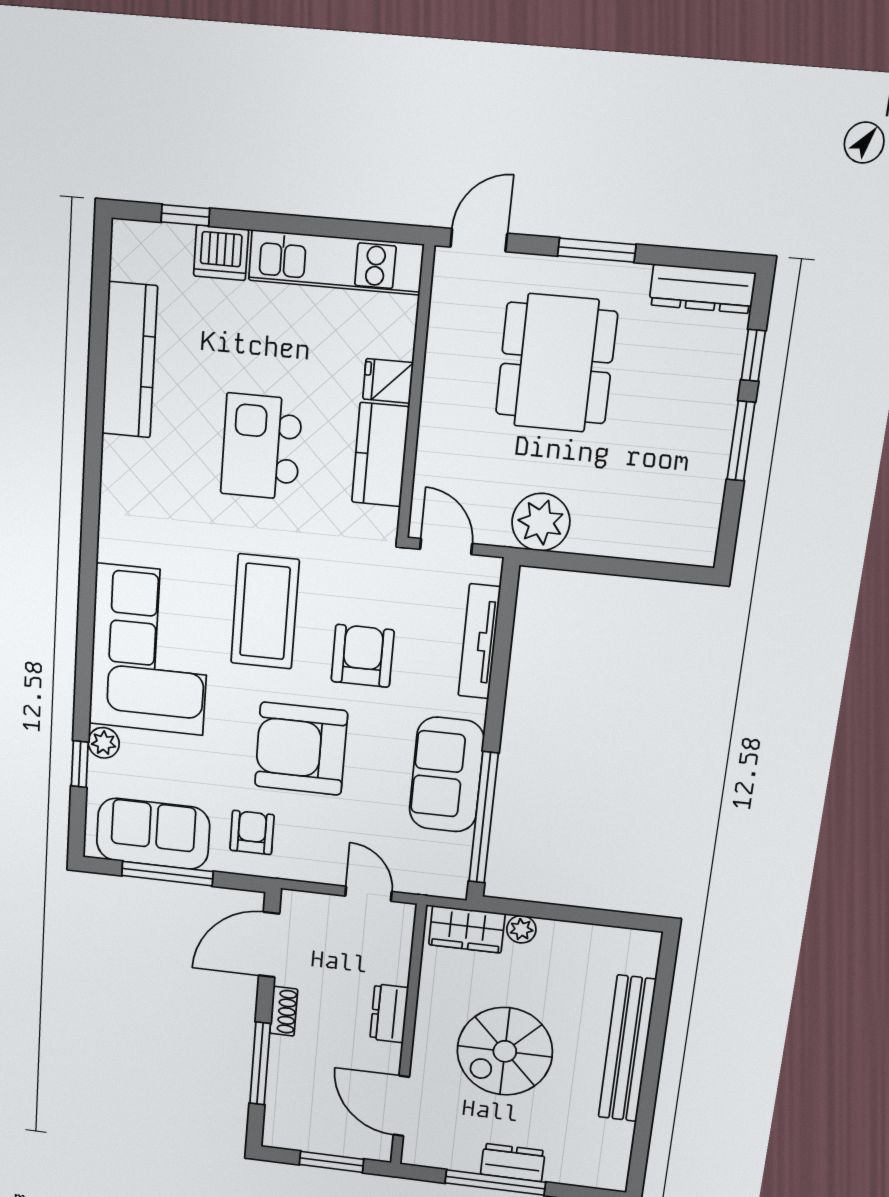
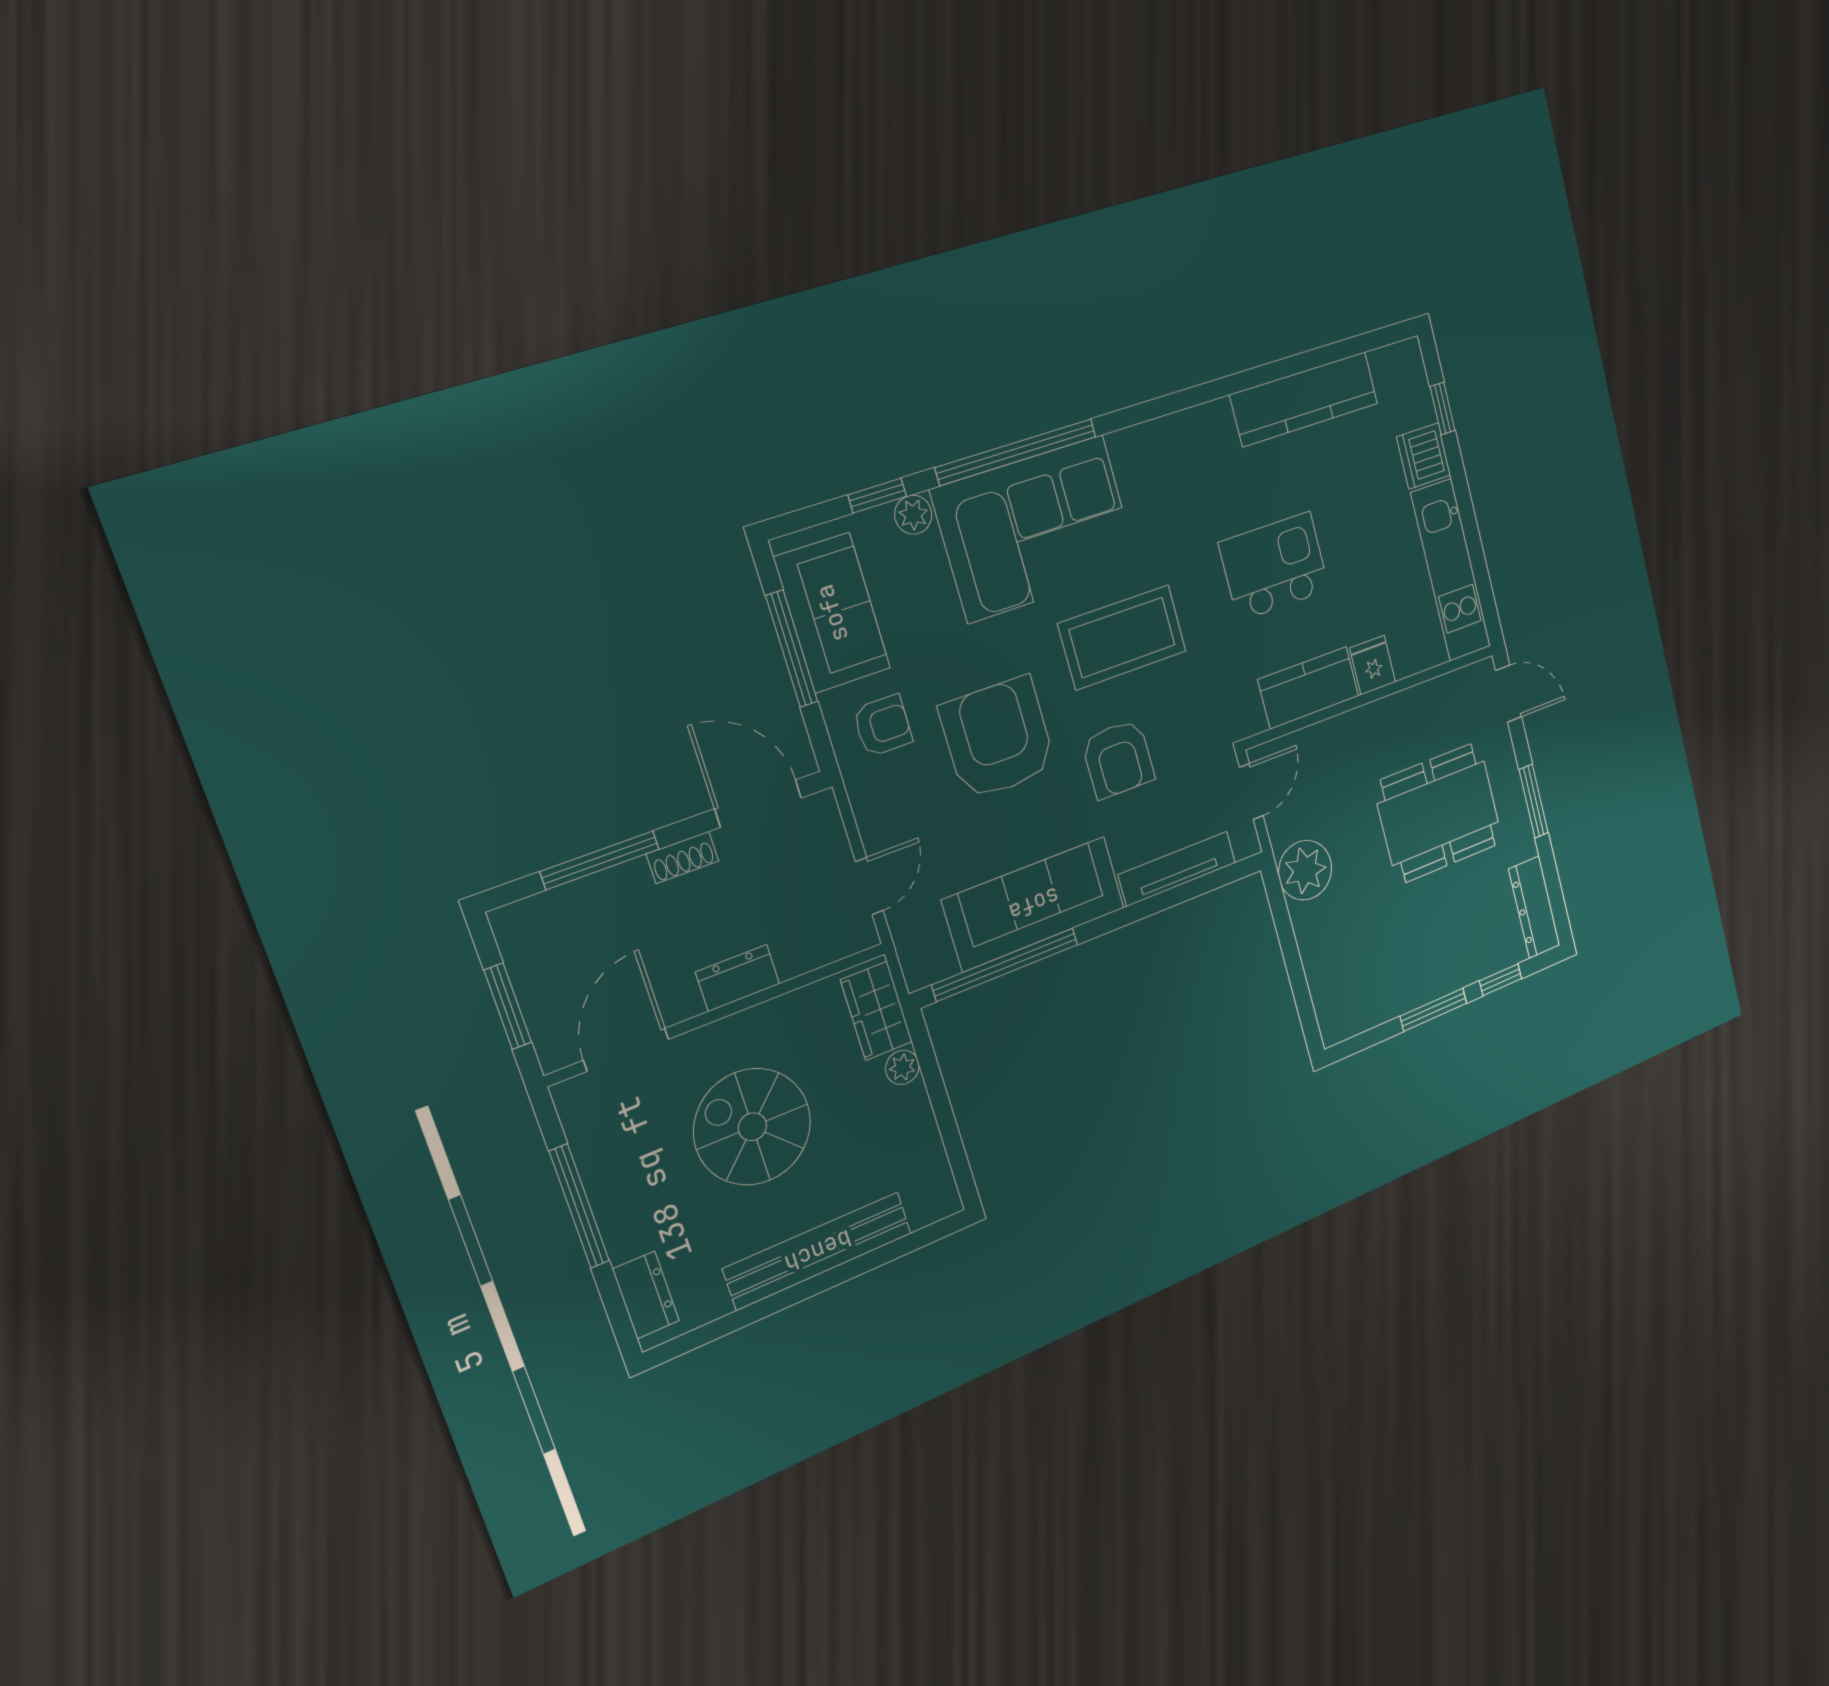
window: (85, 641) -> (1016, 452), added
armchair: (363, 656) -> (1118, 759), turned 90
sofa: (447, 775) -> (1034, 904), width x1.36
dresser: (513, 1162) -> (646, 1295), moved

